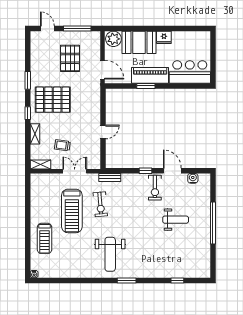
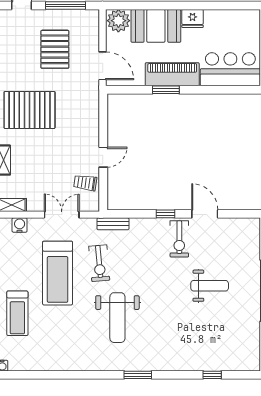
trolley: (62, 145) -> (85, 183), moved
water cooler: (193, 178) -> (20, 225), moved
weight bench: (110, 254) -> (117, 318), moved

